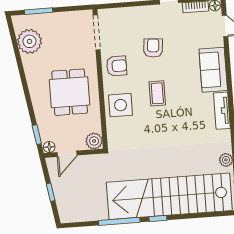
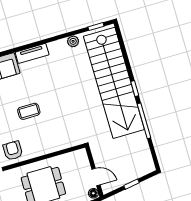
side table: (121, 105) -> (45, 140), removed
plant: (94, 141) -> (80, 156), removed

